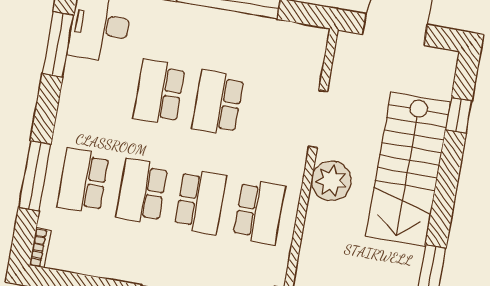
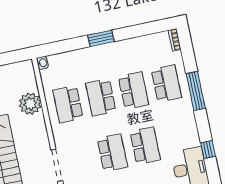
window: (58, 44) -> (208, 150), width x0.46
window: (35, 176) -> (196, 91), moved
plant: (331, 181) -> (30, 104), moved

